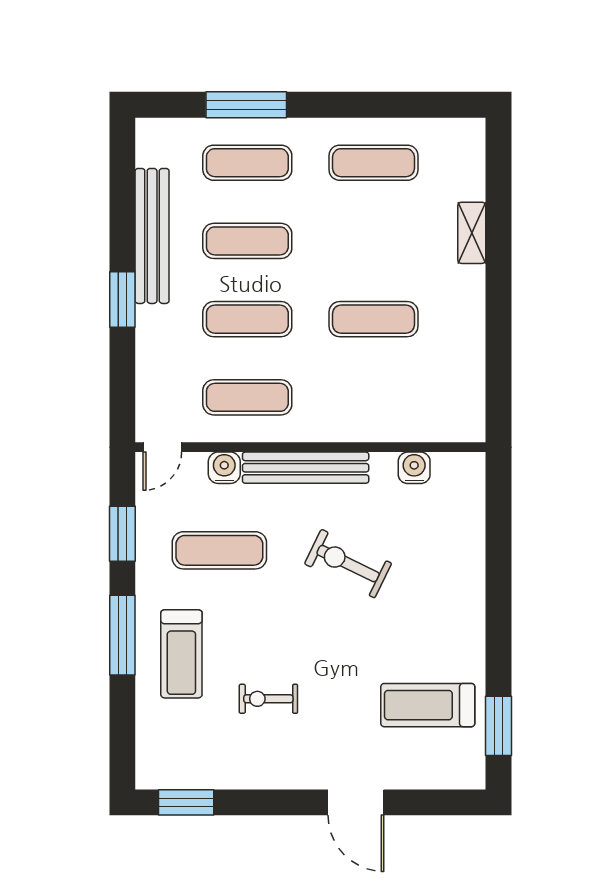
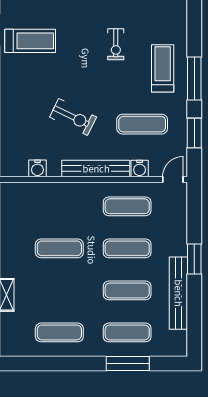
exercise bike: (268, 699) -> (116, 44), turned 90

